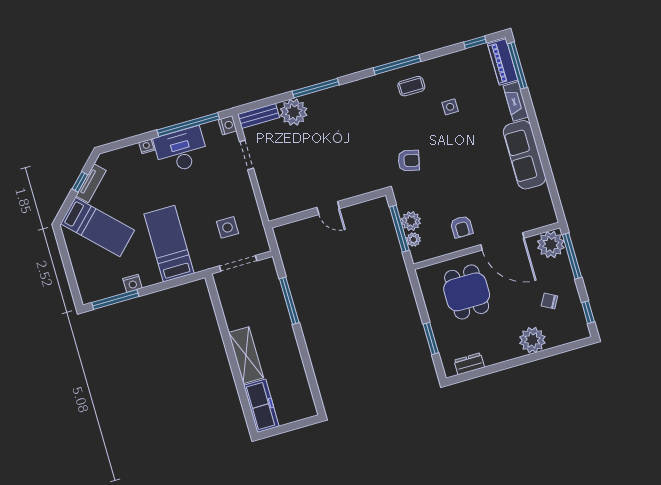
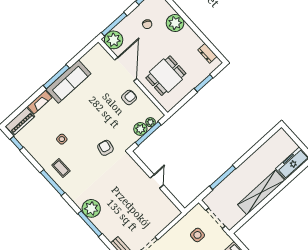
window: (517, 66) -> (56, 77), moved
plant: (294, 112) -> (91, 208), moved
shelving: (246, 355) -> (261, 192), width x1.47

